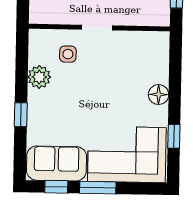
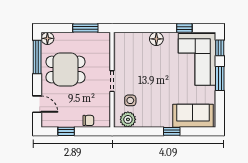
plant: (39, 77) -> (128, 119), moved
sofa: (56, 163) -> (193, 116), moved, turned 90
window: (56, 187) -> (220, 48), moved

